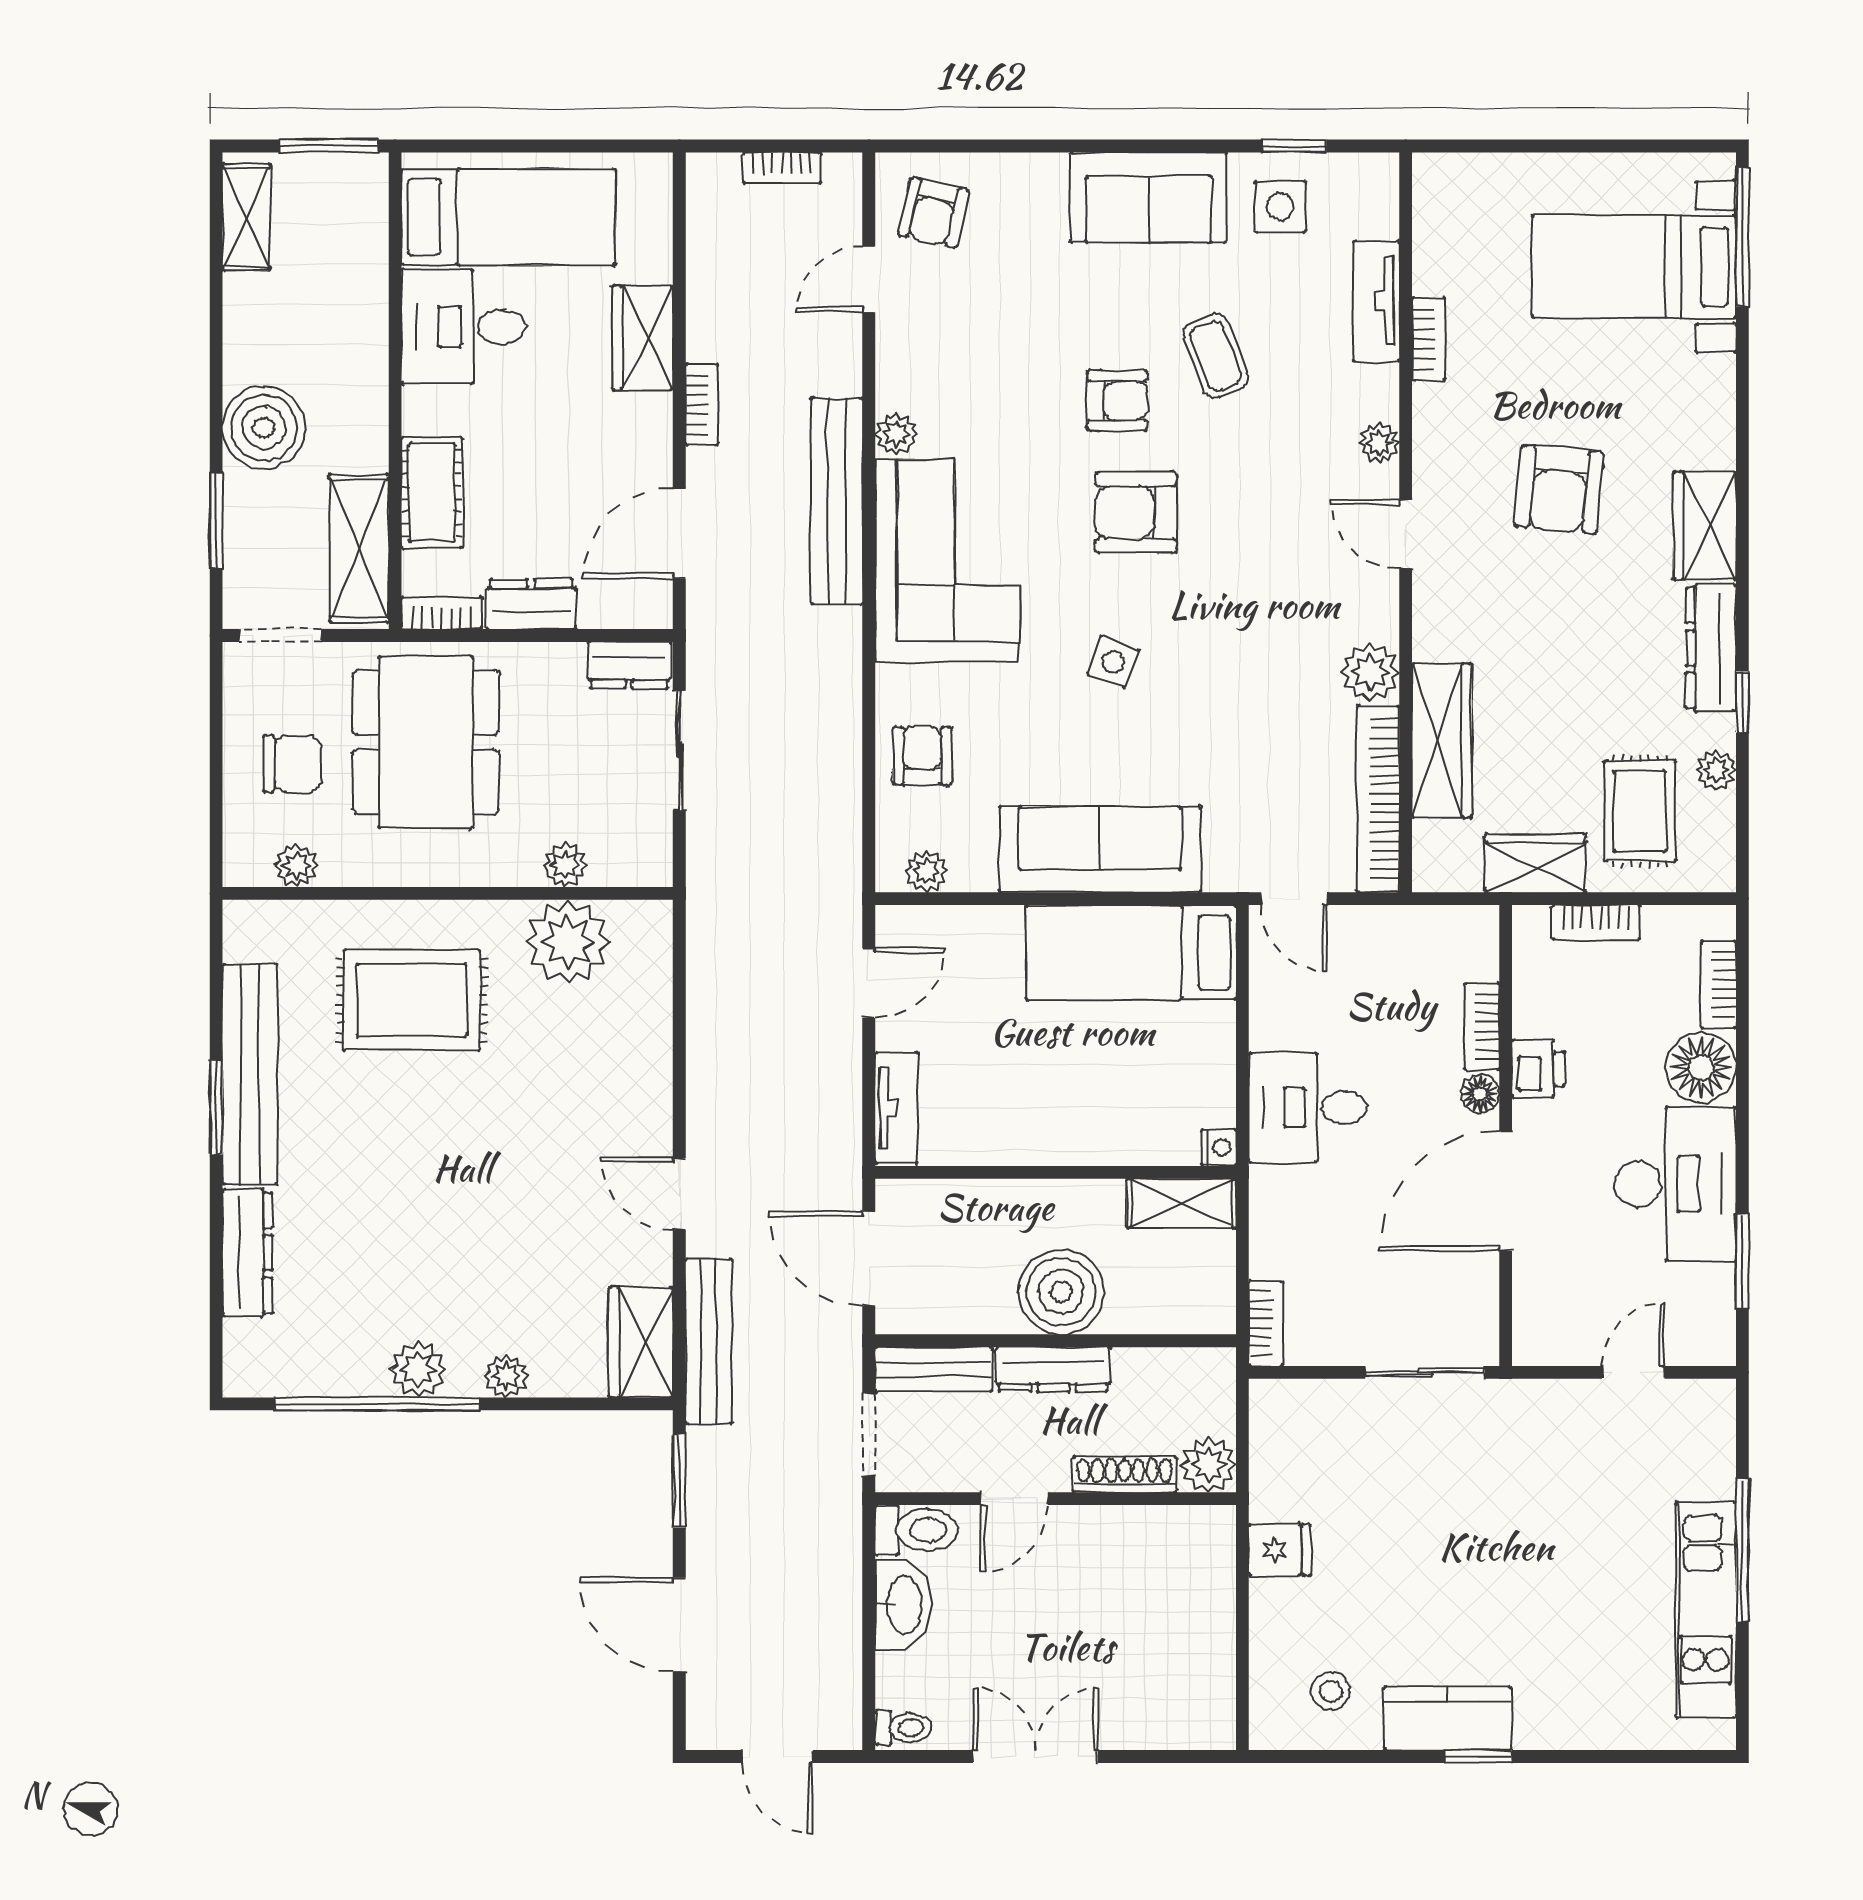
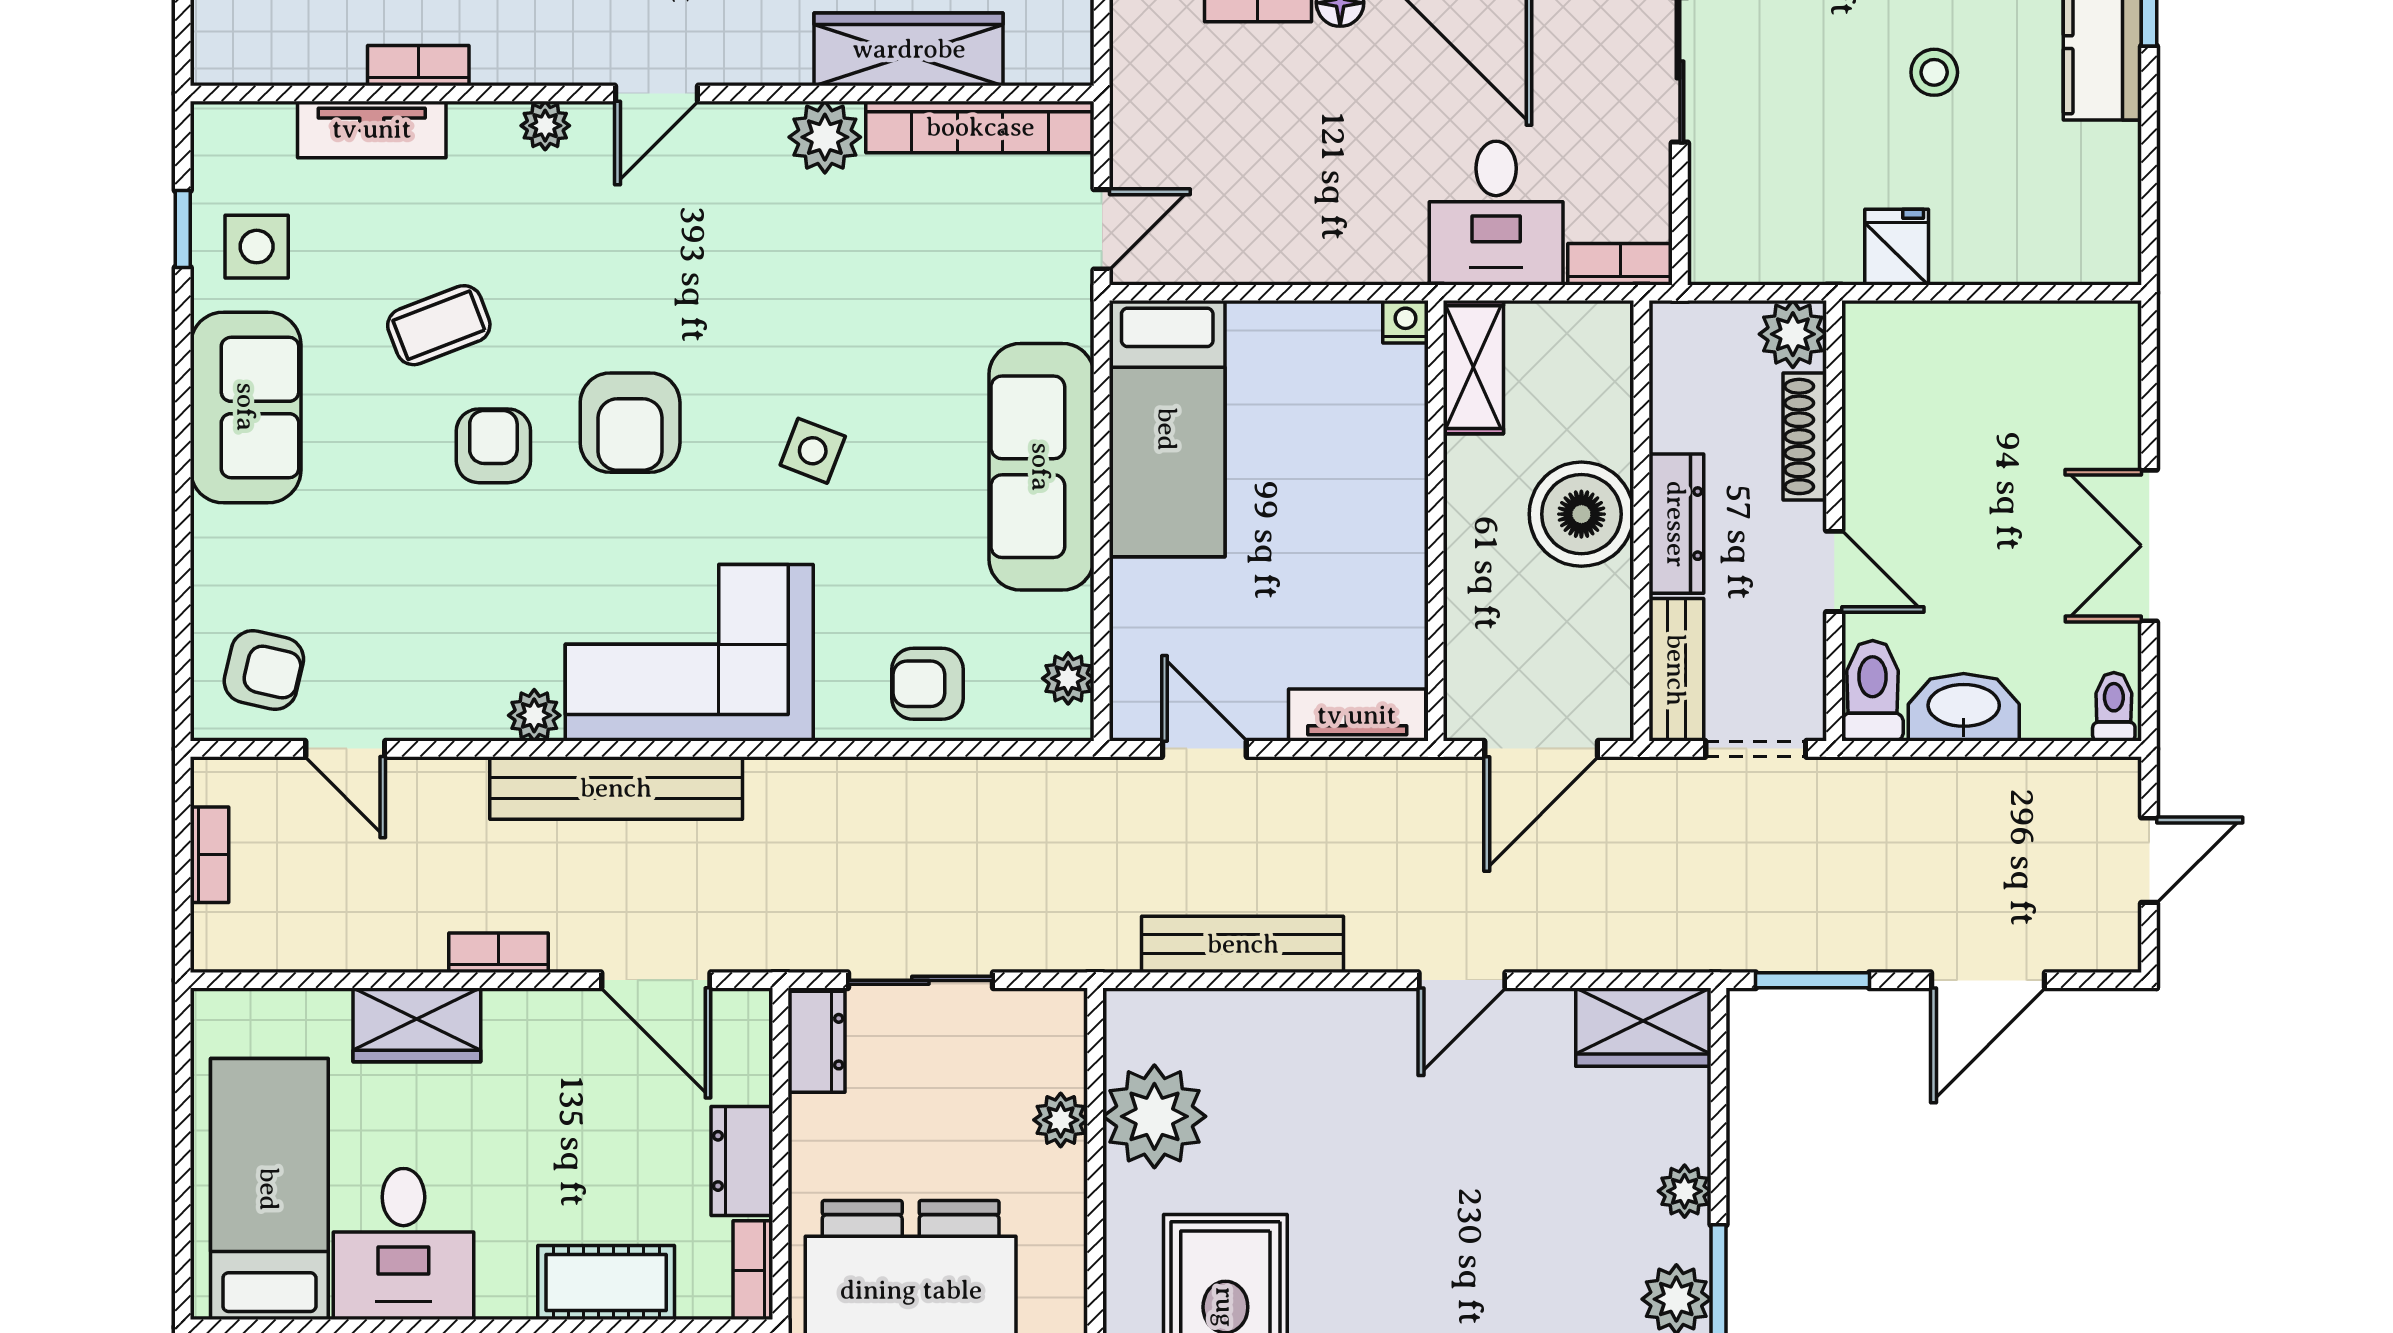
desk: (1308, 1108) -> (1496, 213), moved
bench: (709, 1341) -> (1243, 944), moved
stool: (1331, 1691) -> (1934, 72), moved

